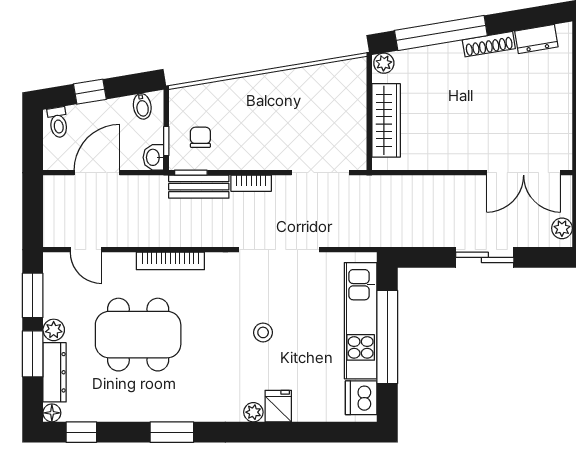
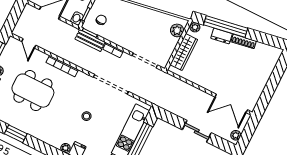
dresser: (536, 39) -> (222, 36), moved
plant: (353, 86) -> (177, 30), added
window: (172, 432) -> (16, 134), moved

